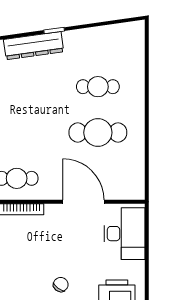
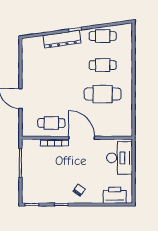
cafe table: (98, 41) -> (103, 36), added
door: (83, 202) -> (82, 138), moved

